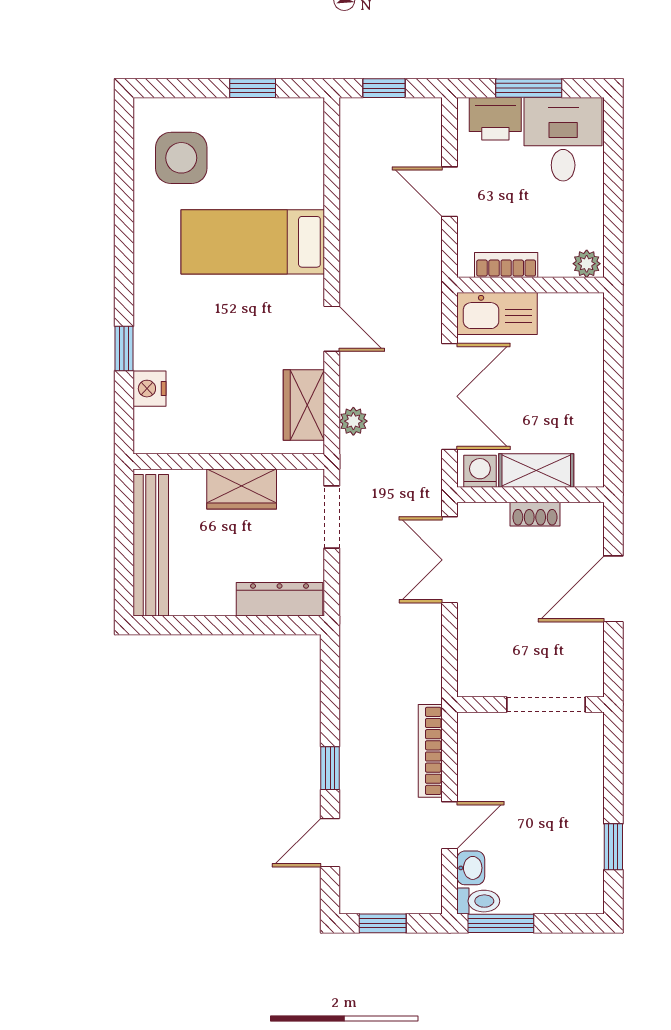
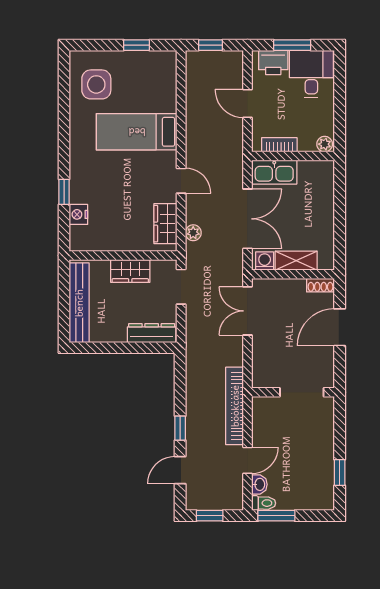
shoe rack: (535, 514) -> (321, 285), moved
bookcase: (430, 751) -> (235, 406), width x1.48, depth x1.31

